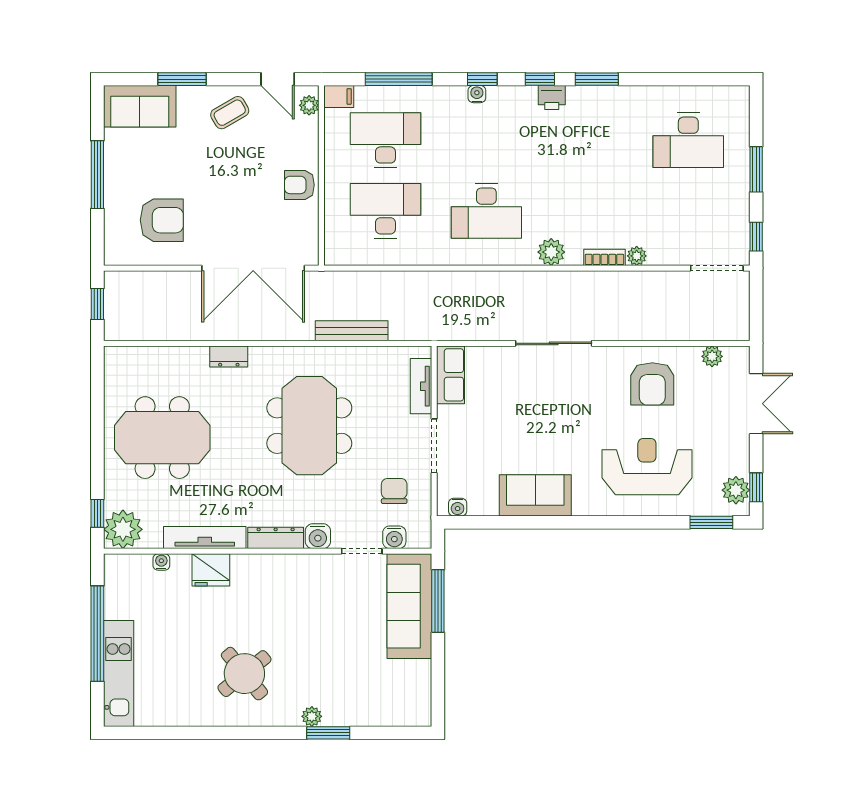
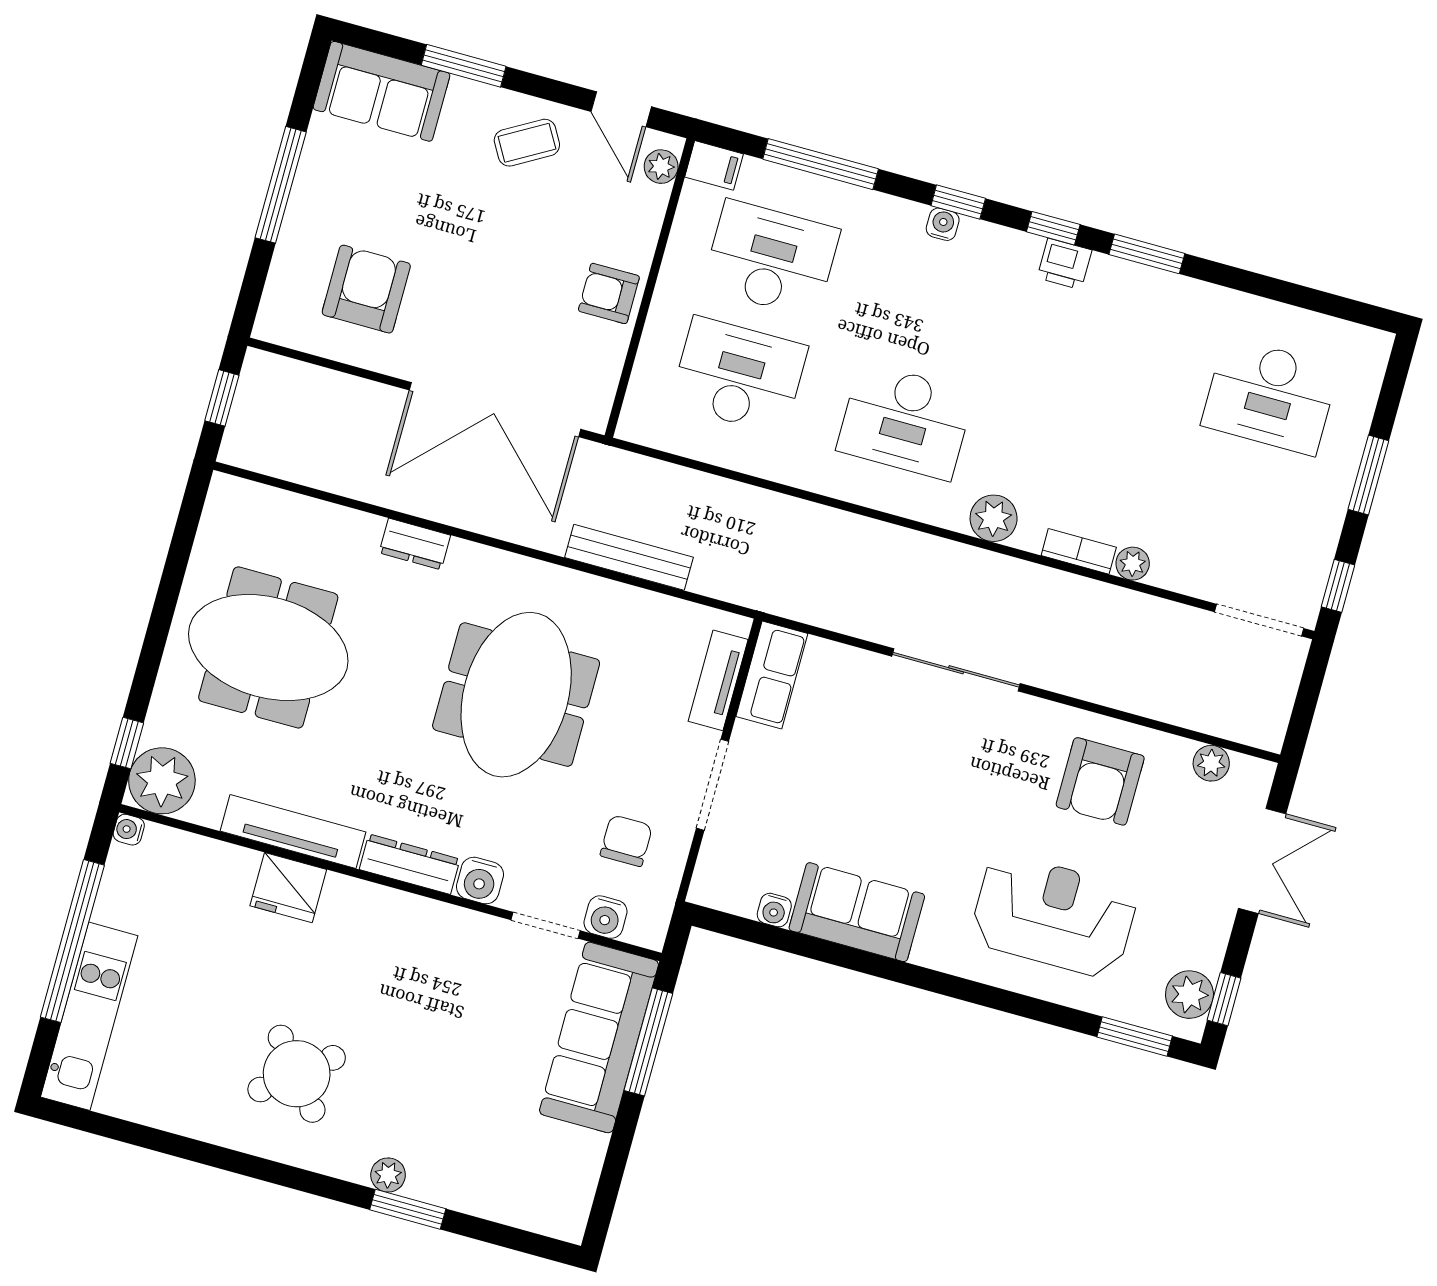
armchair: (162, 220) -> (366, 289), turned -90
water cooler: (458, 507) -> (774, 910), moved
water cooler: (161, 562) -> (129, 830), moved, turned -90

